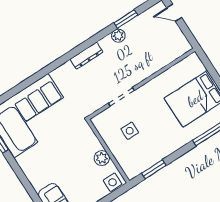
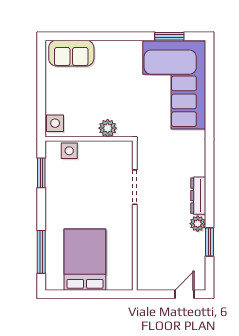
dresser: (86, 56) -> (198, 196), moved
side table: (130, 131) -> (69, 151), moved
plant: (102, 158) -> (108, 128), moved

